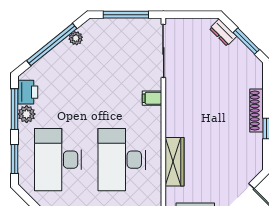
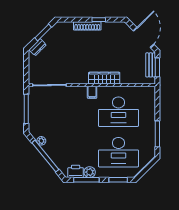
filing cabinet: (152, 98) -> (92, 92), moved
wardrobe: (174, 162) -> (104, 78), moved

